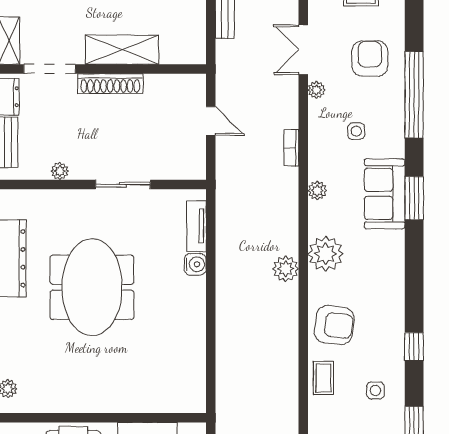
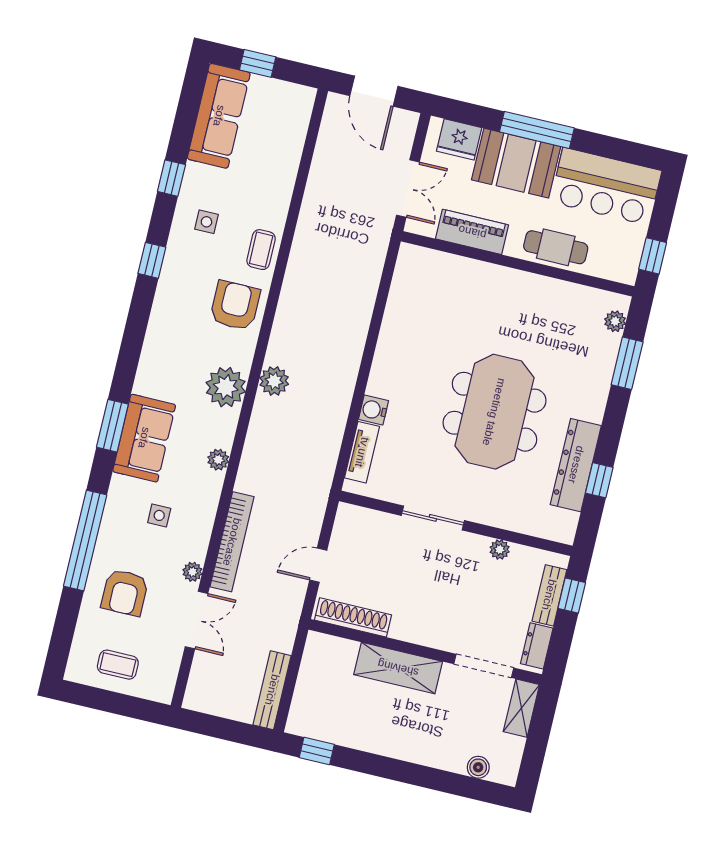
shoe rack: (110, 84) -> (353, 617), moved
door: (211, 121) -> (318, 565), hinge flipped
bookcase: (291, 148) -> (232, 542), width x2.31, depth x1.31
armchair: (334, 325) -> (235, 306), turned 83

